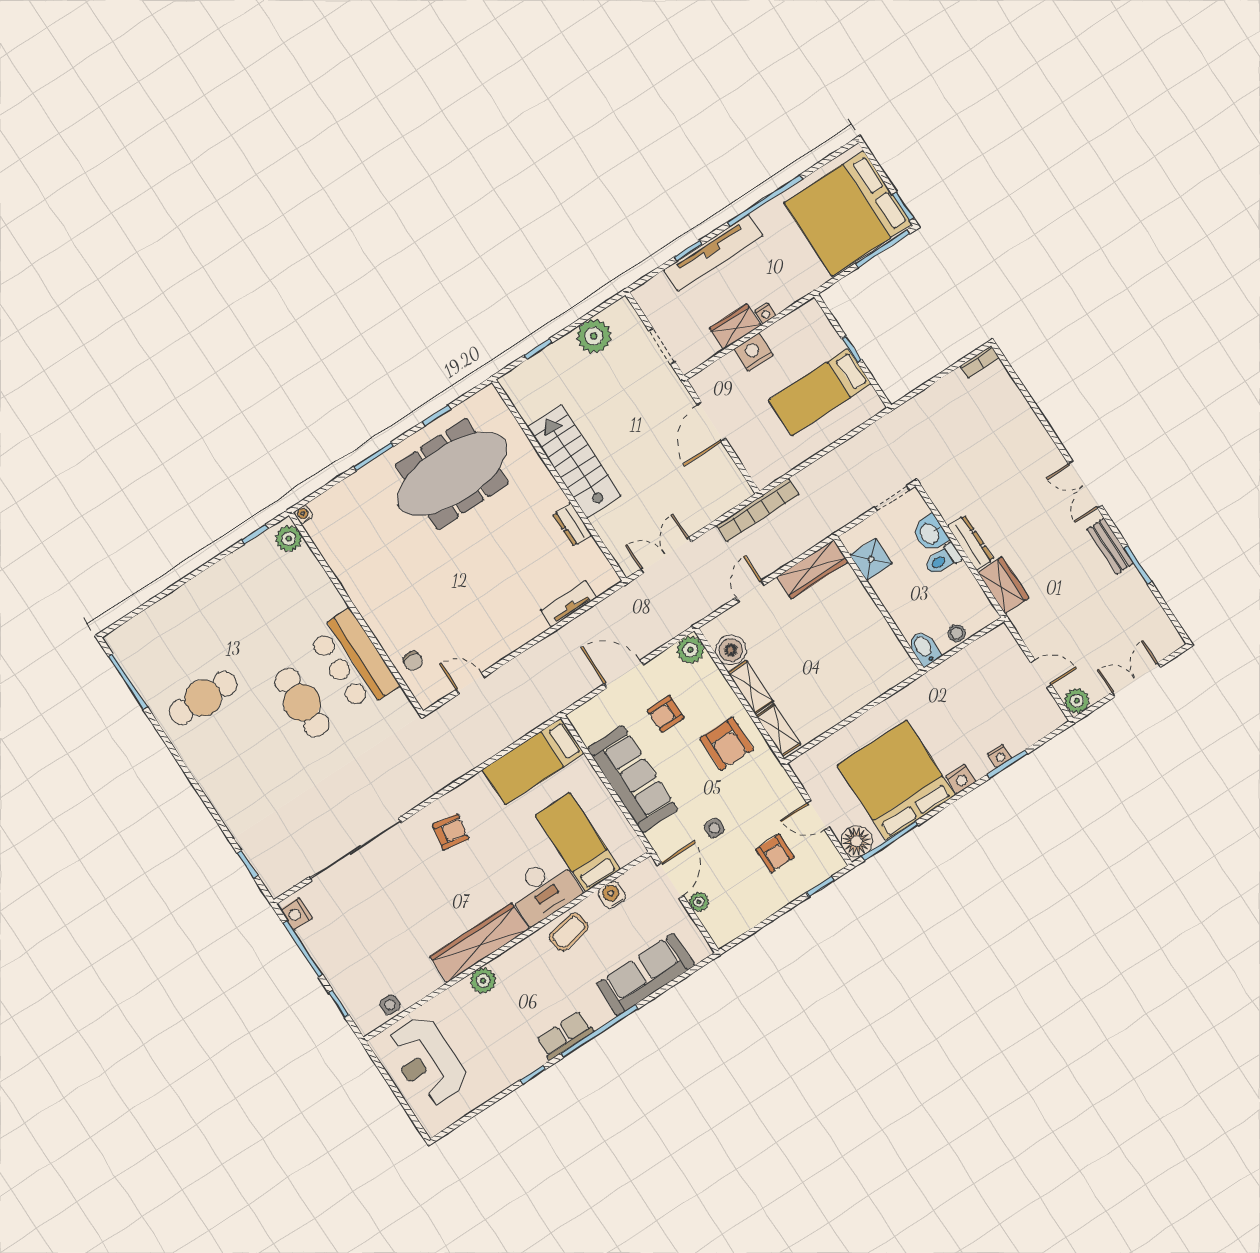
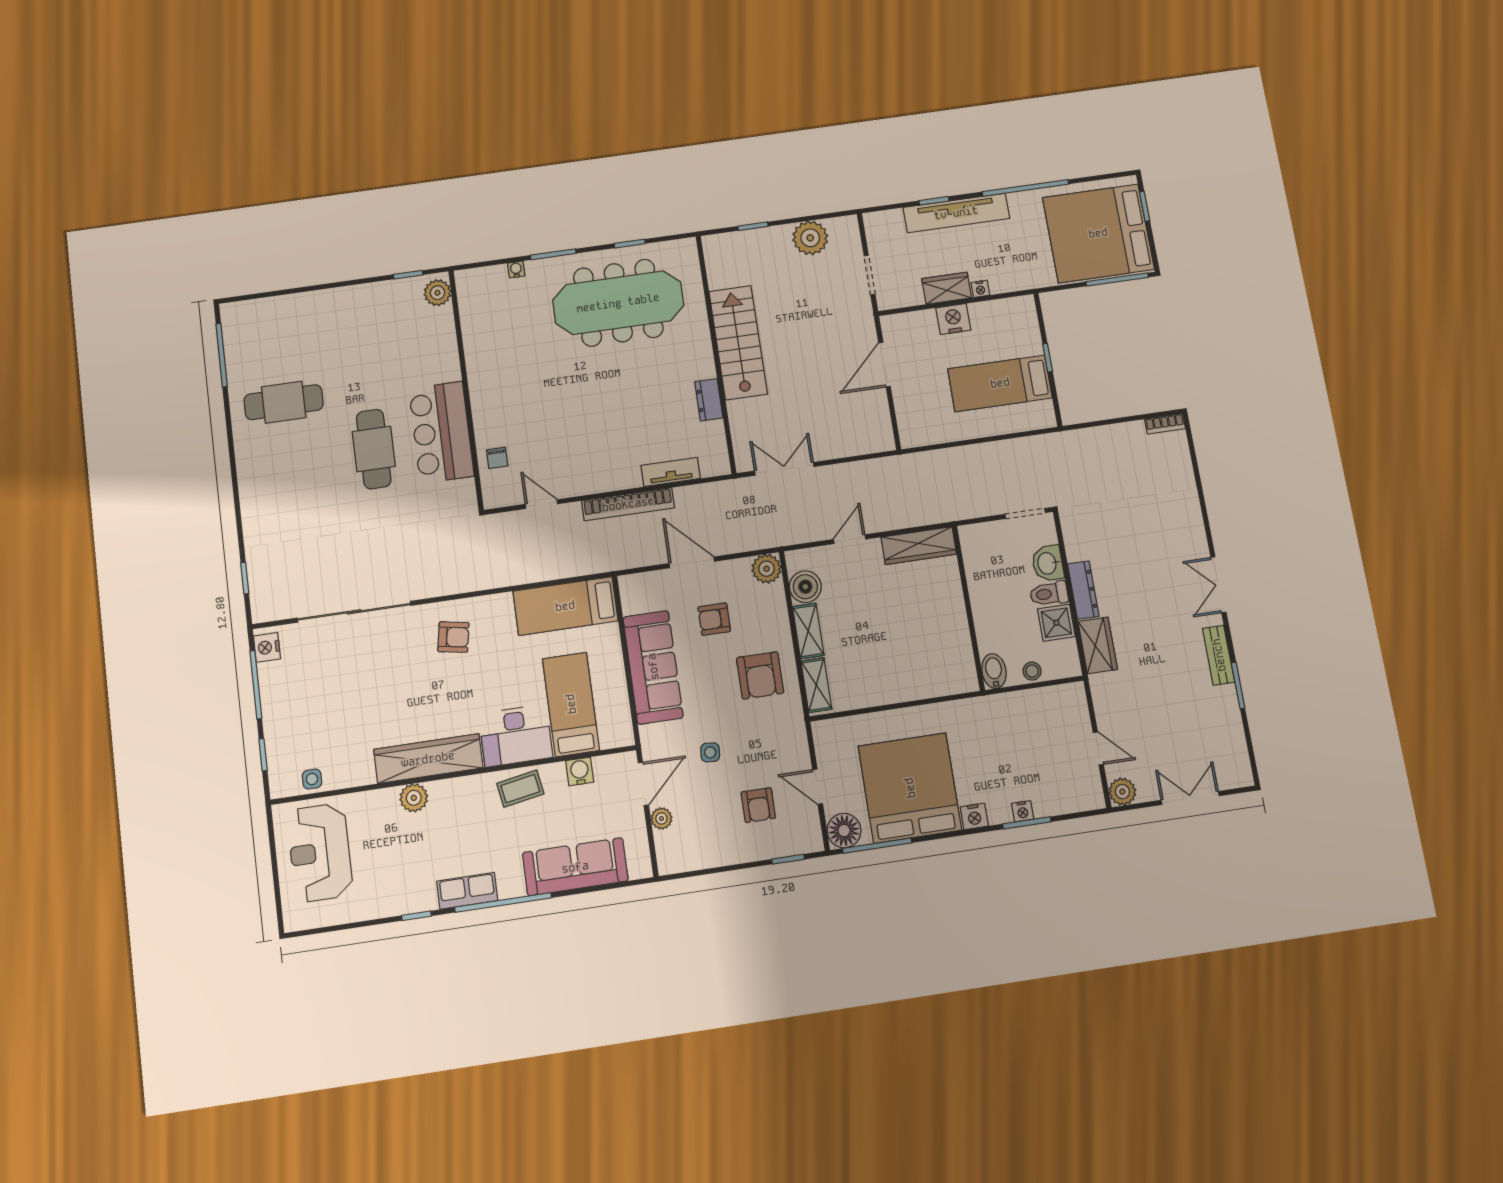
window: (903, 206) -> (1145, 206), moved
bookcase: (758, 510) -> (628, 504), moved
water cooler: (303, 514) -> (516, 269), moved
shower: (871, 559) -> (1056, 623), moved

